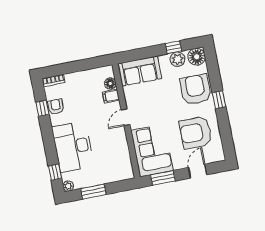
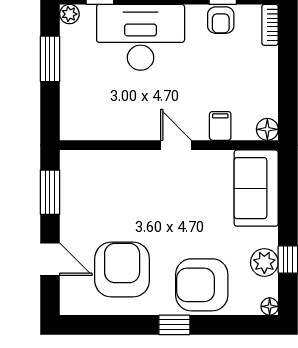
floor lamp: (197, 57) -> (270, 306), width x0.53, depth x0.53
floor lamp: (110, 84) -> (267, 129), moved
armchair: (196, 90) -> (202, 285), turned 180
armchair: (56, 107) -> (221, 20), turned 90
corner sofa: (152, 150) -> (105, 182), removed

